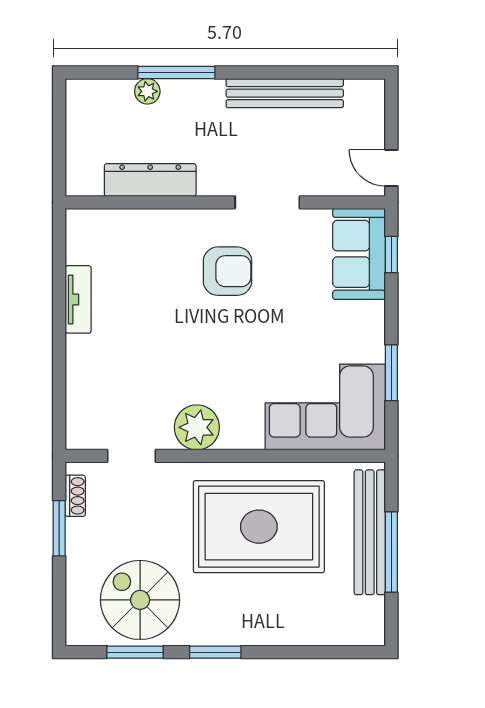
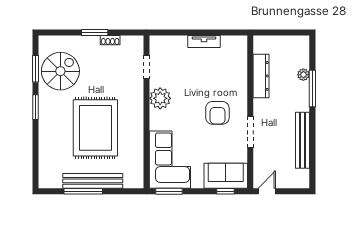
corner sofa: (325, 407) -> (170, 160), moved
plant: (197, 427) -> (160, 98), moved
doorway: (131, 456) -> (147, 67), moved
wall: (225, 456) -> (147, 112), moved

